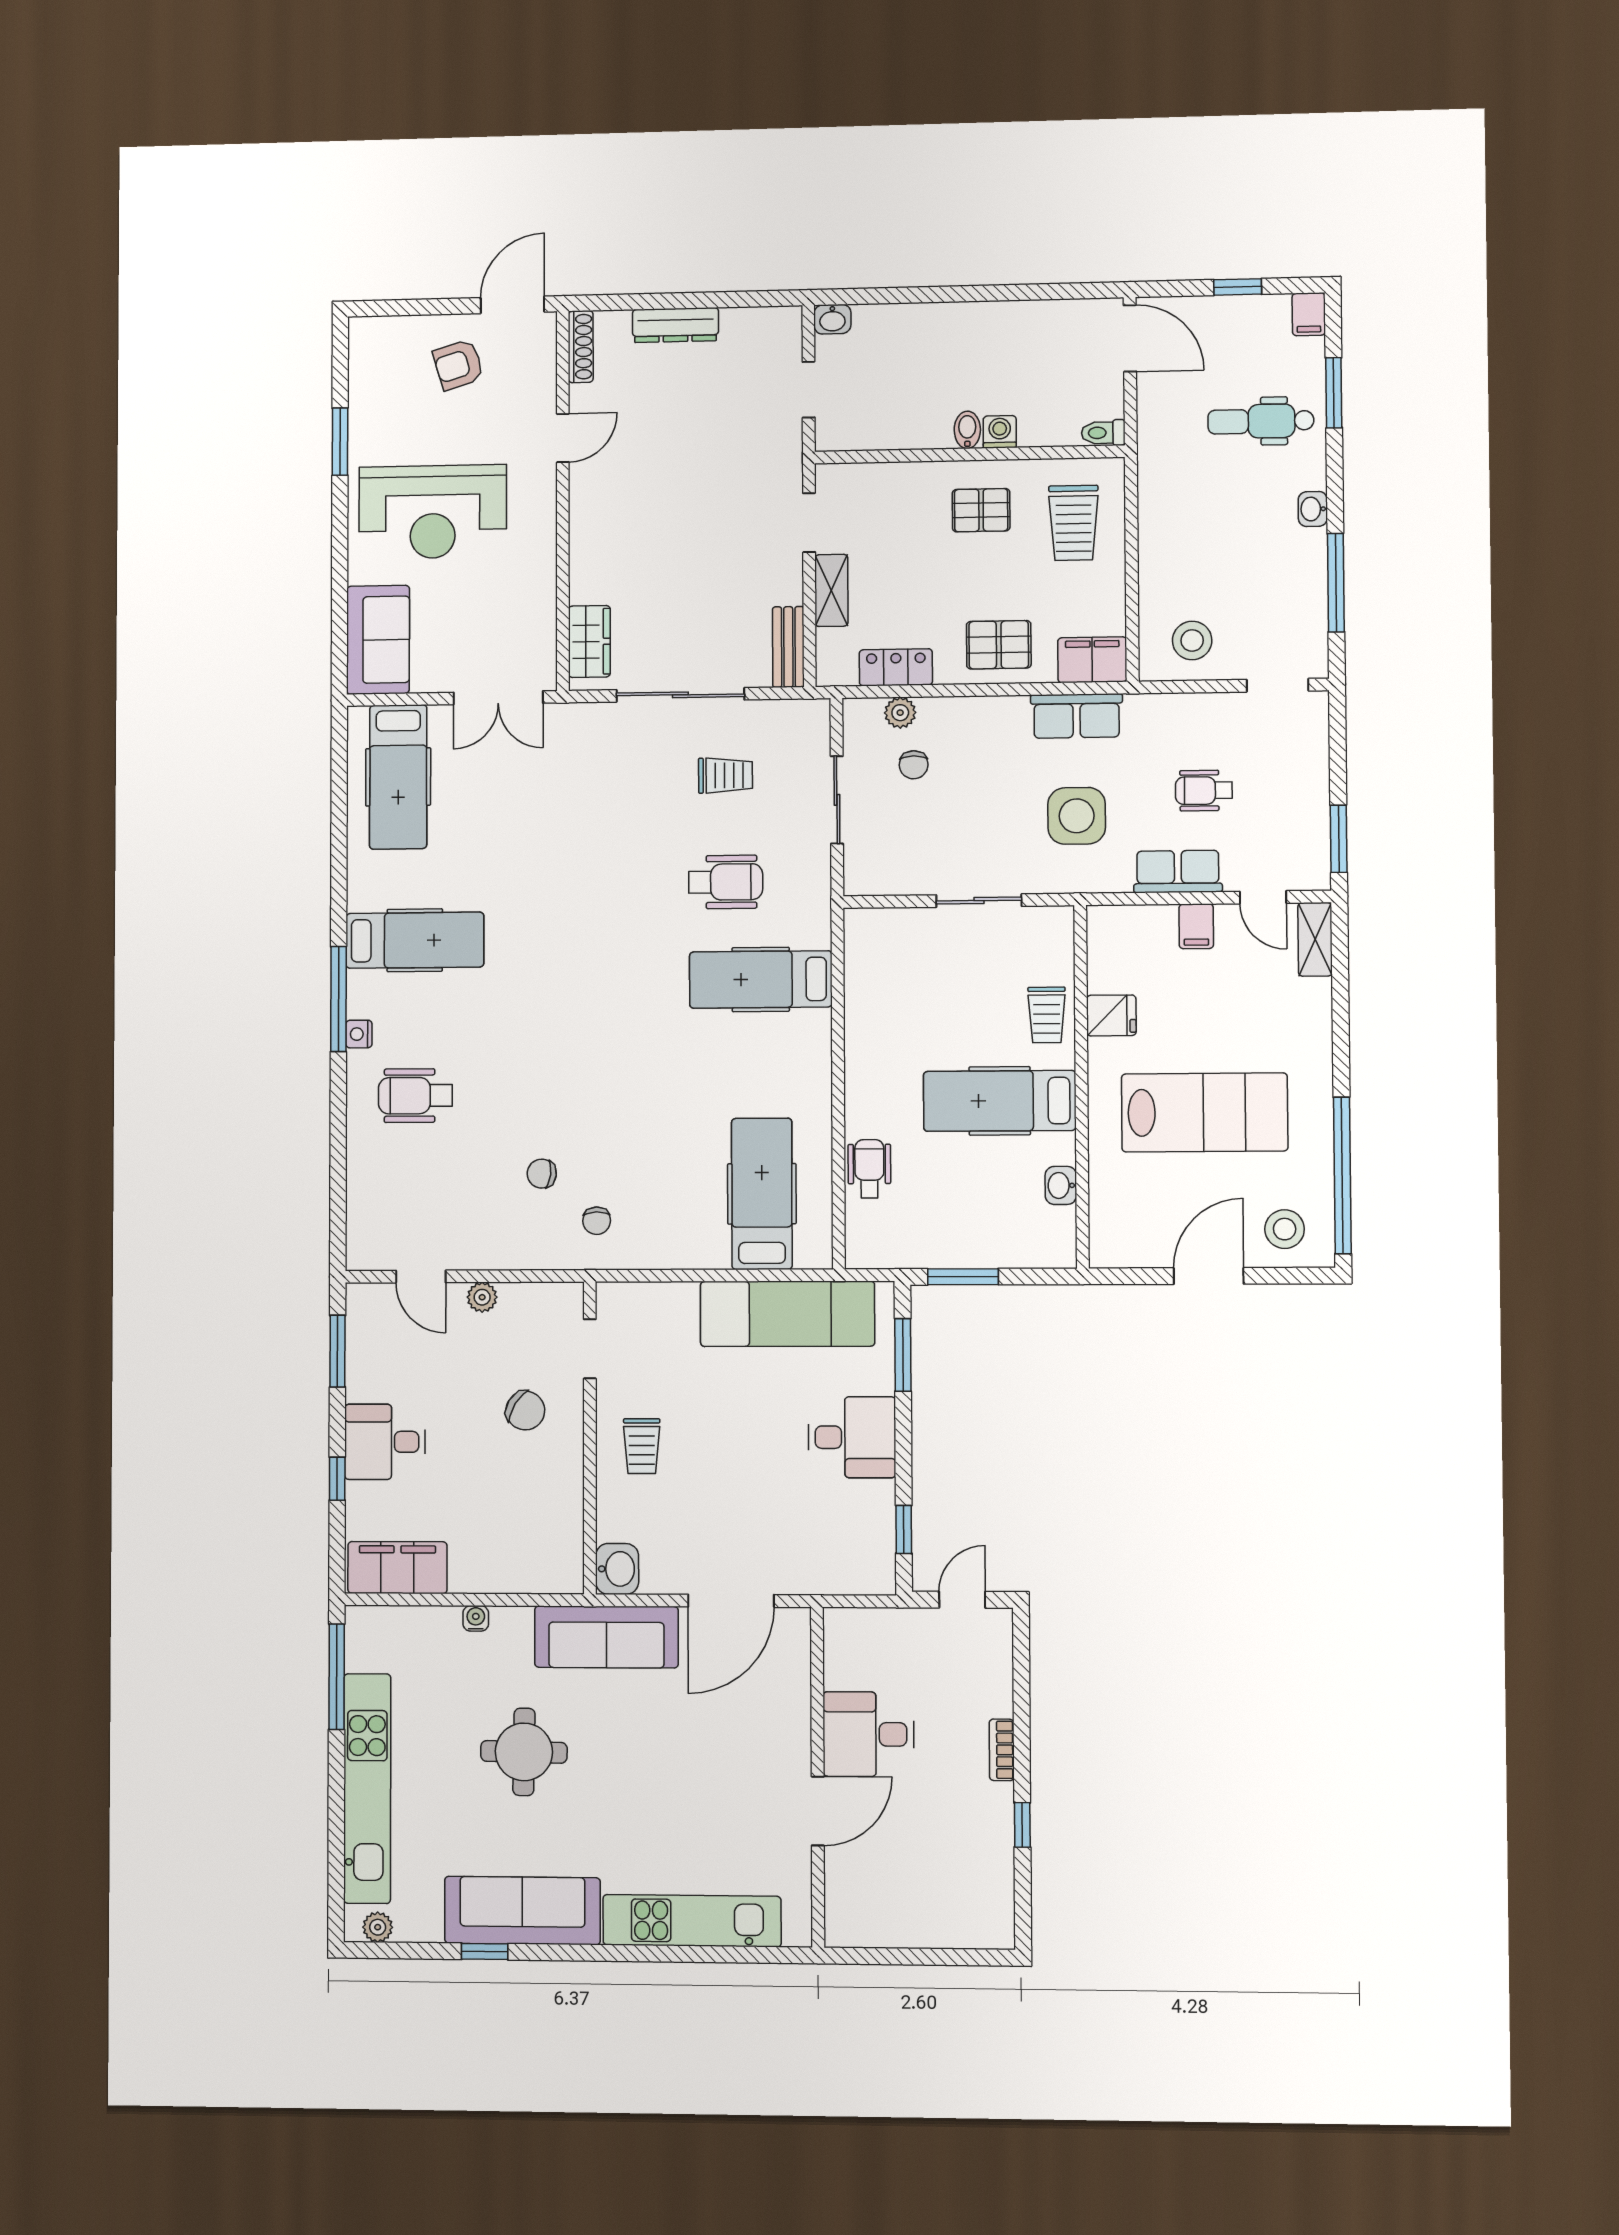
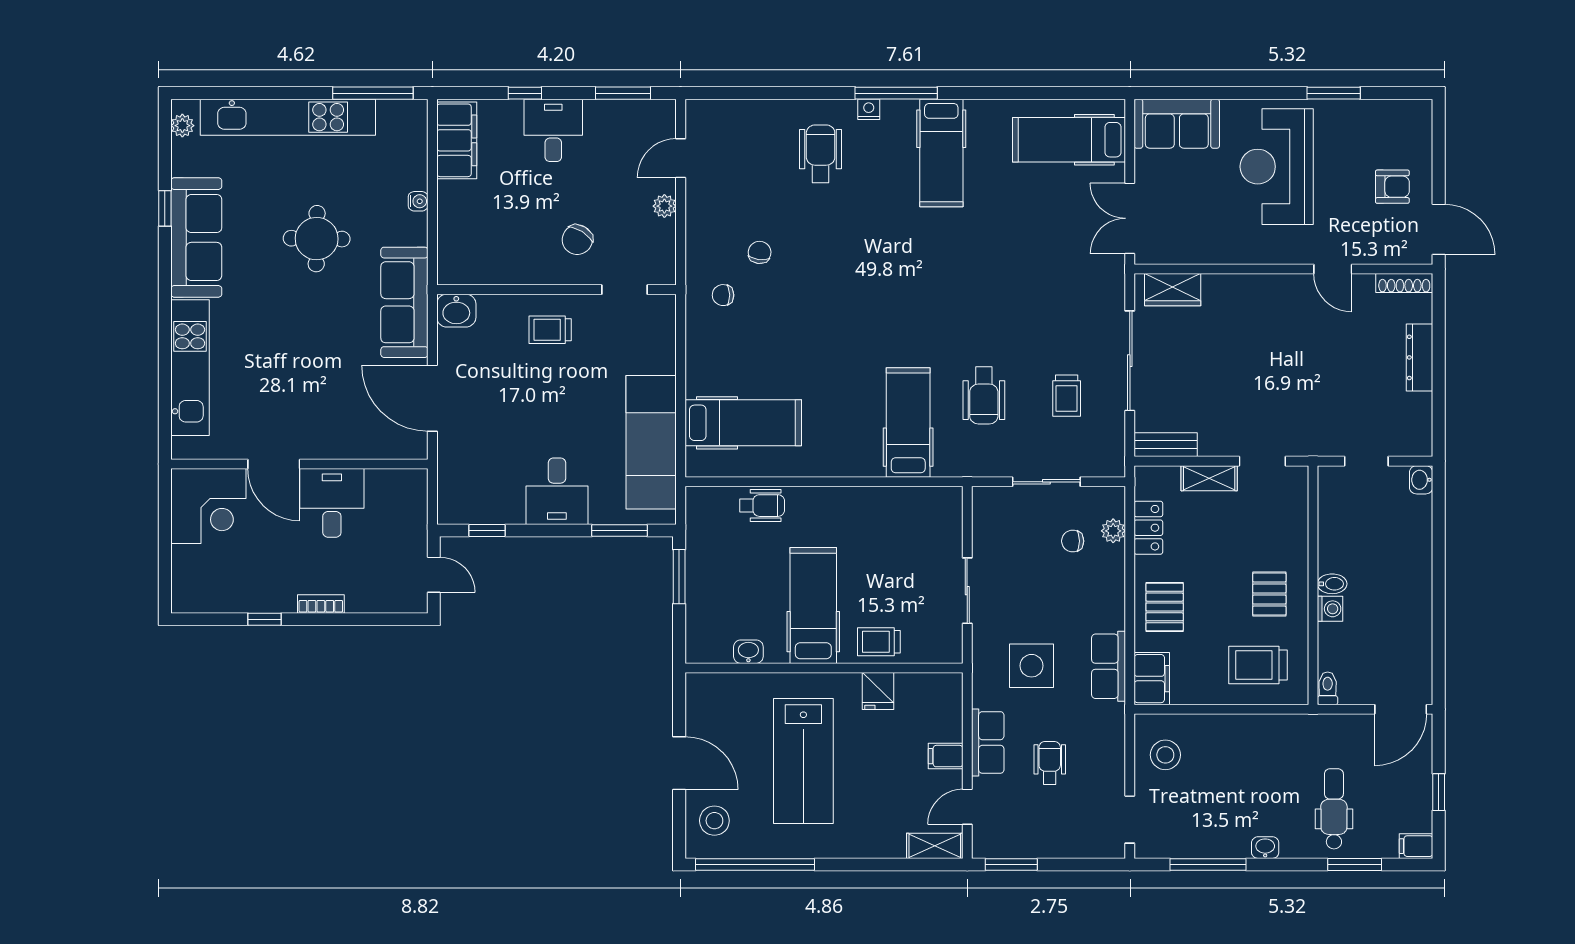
armchair: (458, 365) -> (1392, 187), turned 107
corner desk: (873, 1898) -> (208, 506), added

